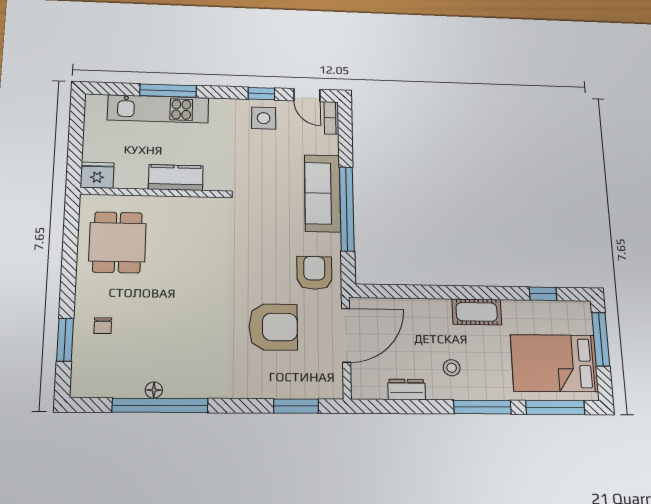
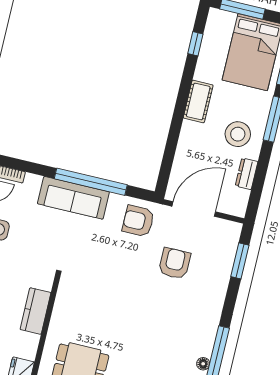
armchair: (273, 327) -> (175, 263), width x0.73, depth x0.73
door: (346, 335) -> (194, 209), hinge flipped
stool: (452, 368) -> (238, 134), width x1.89, depth x1.89

